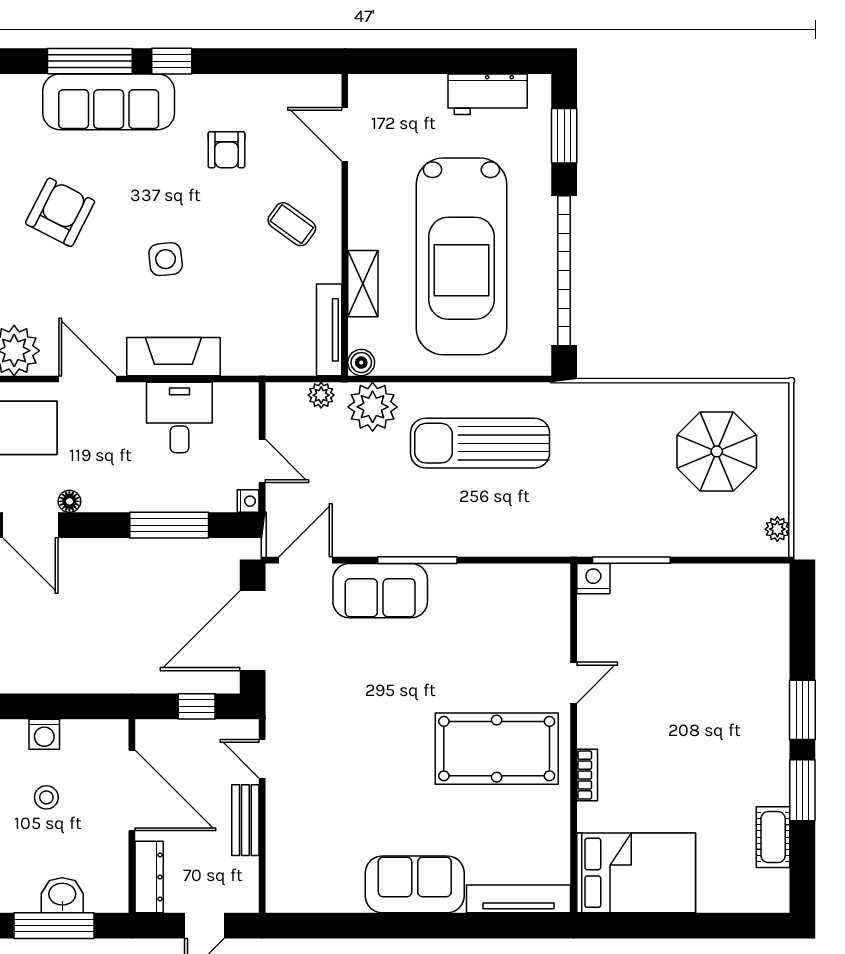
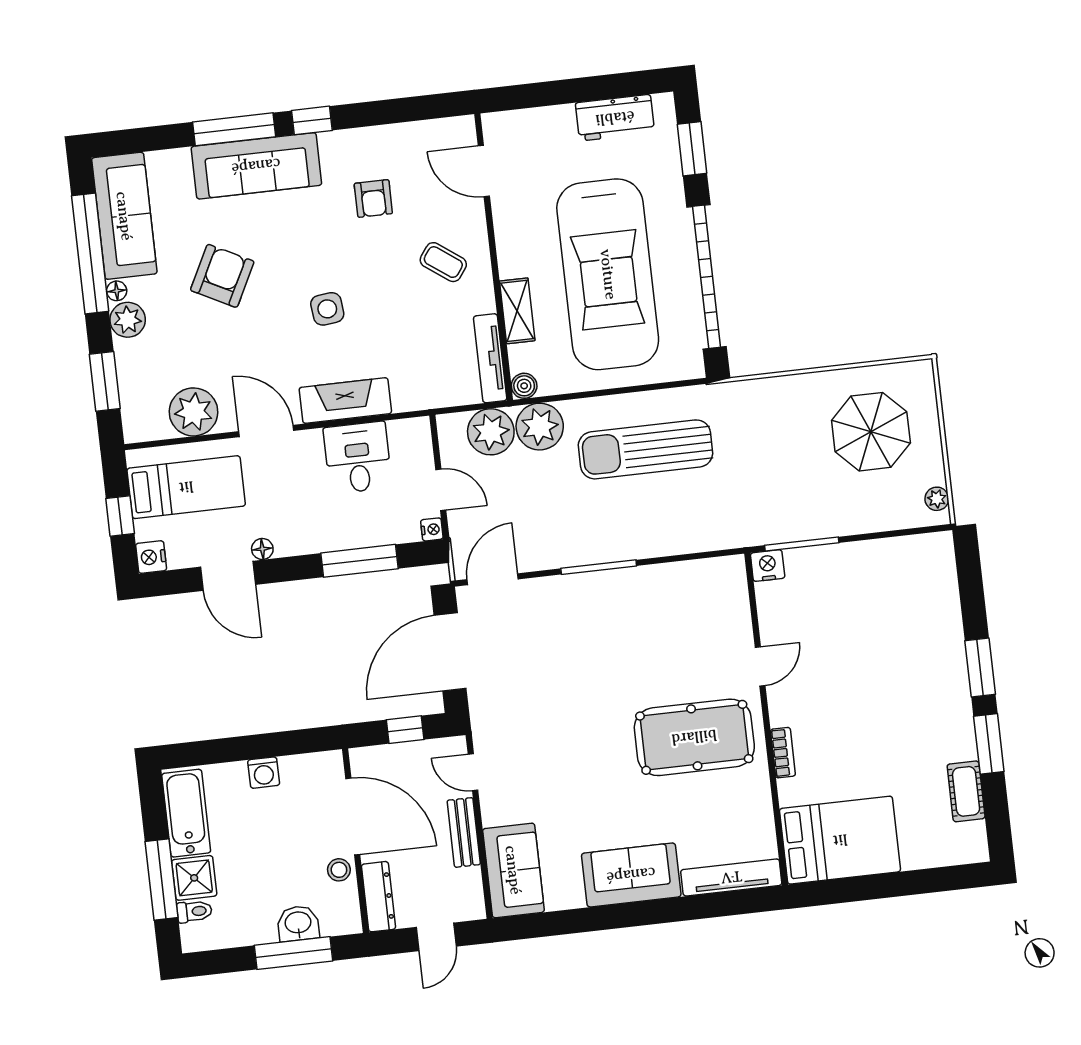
plant: (321, 395) -> (491, 432), width x1.87, depth x1.87
sofa: (380, 591) -> (513, 870), moved, turned -90
stool: (46, 797) -> (339, 870), moved

